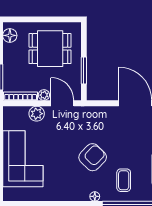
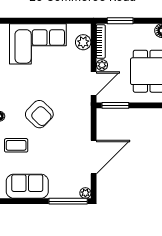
window: (84, 70) -> (115, 105), moved
plant: (37, 114) -> (83, 42), moved

